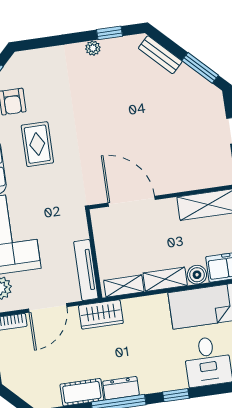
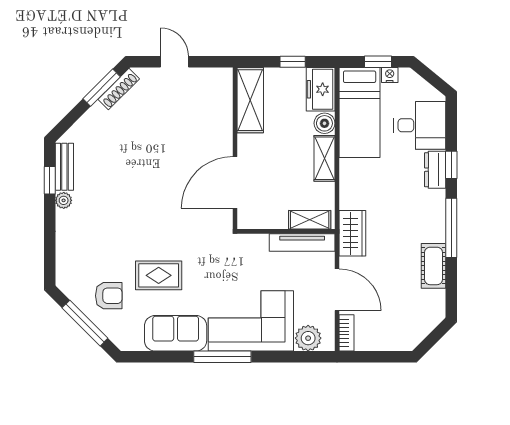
bench: (160, 55) -> (64, 167), moved, turned -45
shoe rack: (201, 84) -> (119, 89), added
shelving: (124, 286) -> (310, 220), moved, turned 90
dresser: (121, 388) -> (435, 170), moved

